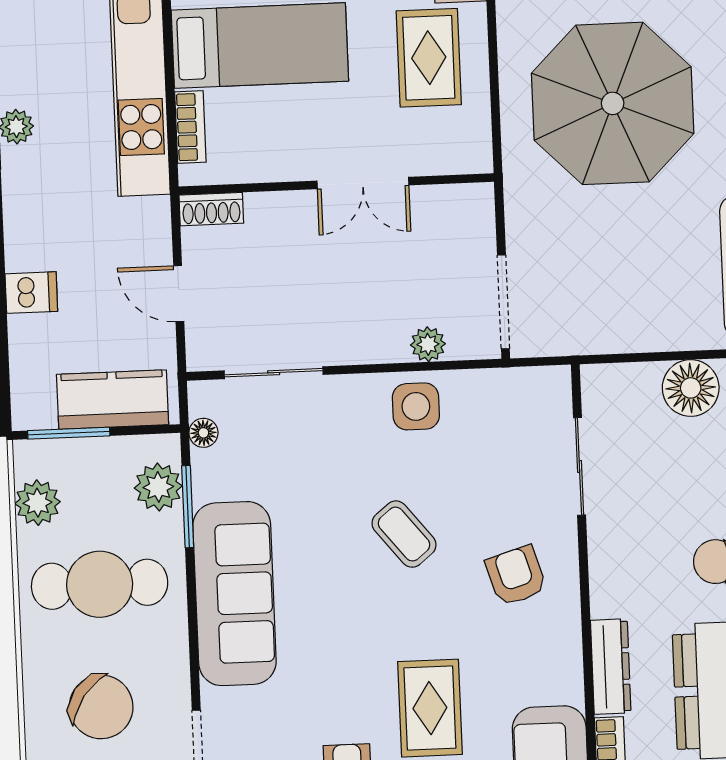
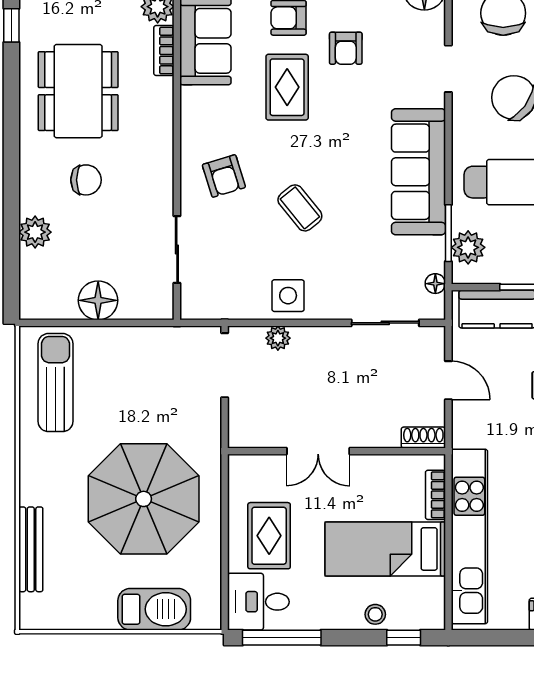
double door: (363, 183) -> (318, 451), swing flipped
dresser: (611, 667) -> (161, 111), removed

